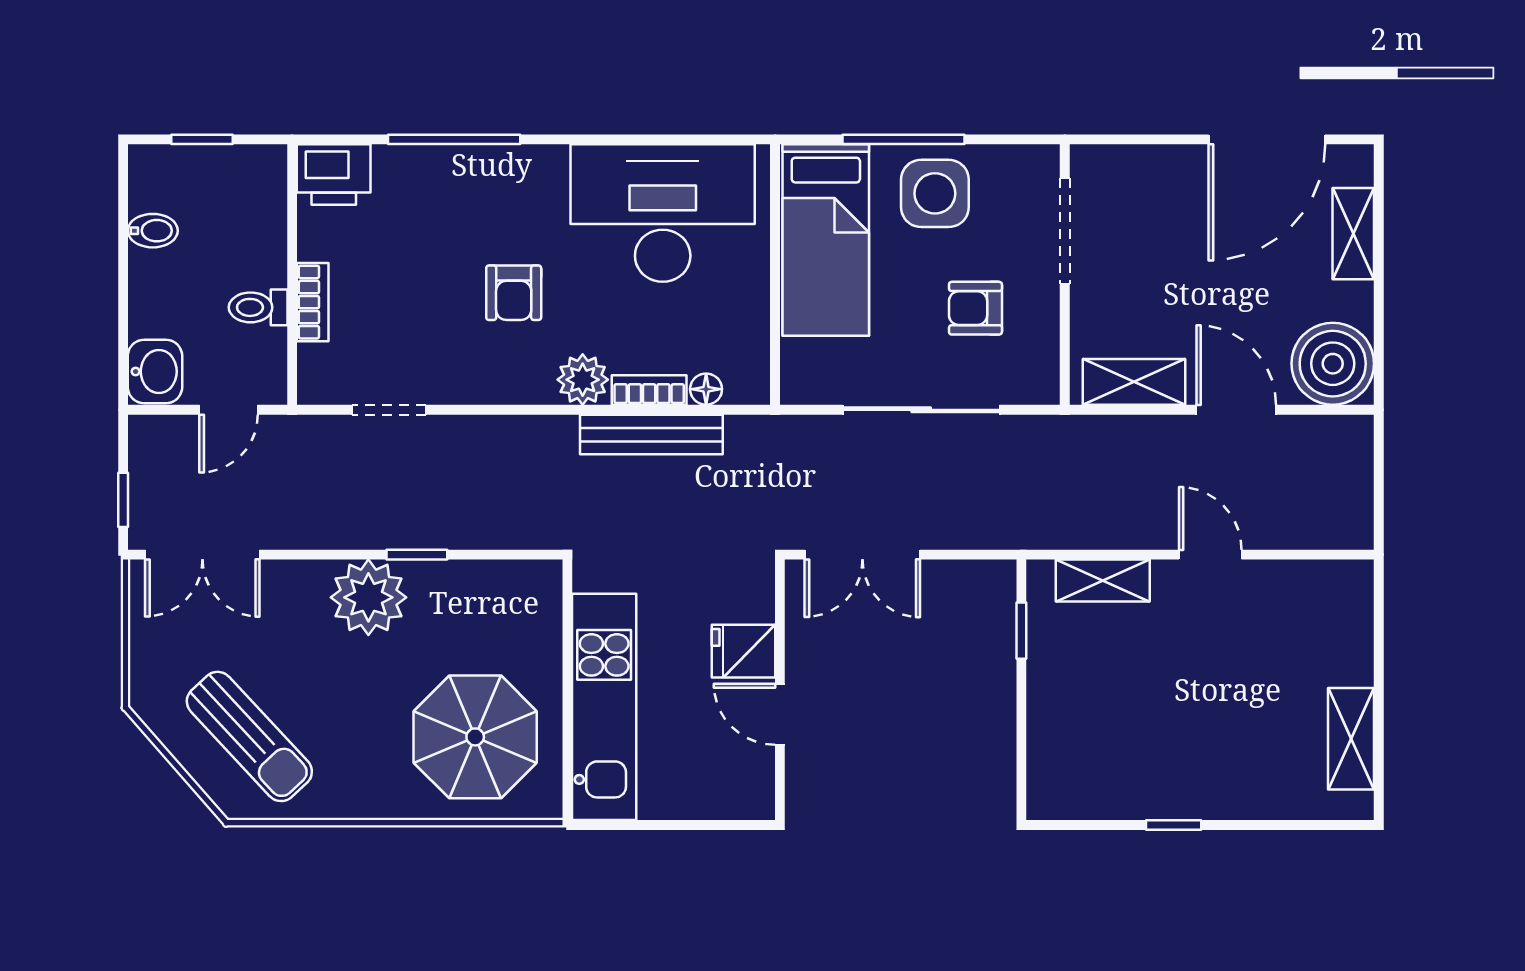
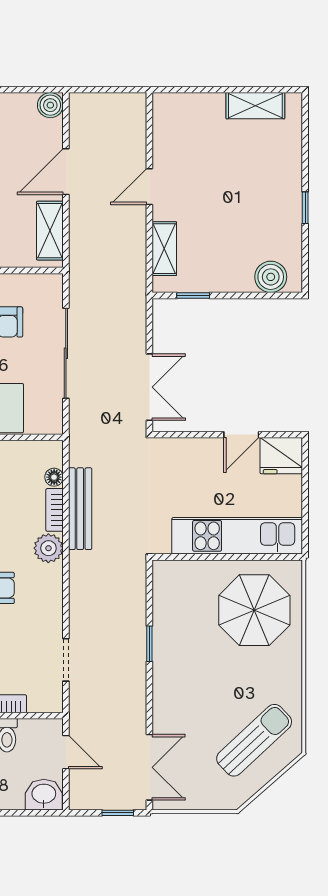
boiler: (1333, 364) -> (50, 105), width x0.54, depth x0.54
plant: (368, 597) -> (174, 672), removed
fridge: (743, 651) -> (281, 456), moved, width x1.38
boiler: (1054, 765) -> (271, 277), added

